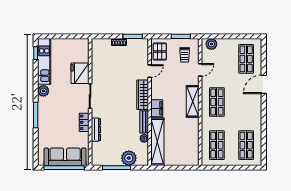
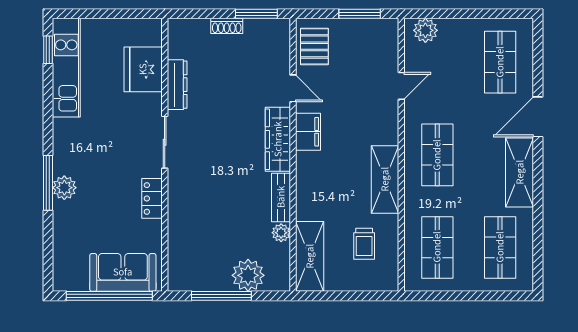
trolley: (185, 55) -> (364, 244), moved
door: (150, 71) -> (293, 88), hinge flipped
fridge: (80, 73) -> (143, 69), moved
plant: (43, 91) -> (64, 188), moved
shelving: (193, 101) -> (385, 179), moved
filing cabinet: (157, 108) -> (308, 132), moved
shelving: (255, 110) -> (520, 172), added
dresser: (96, 130) -> (177, 85), moved
shelving: (157, 142) -> (310, 256), width x0.68
sofa: (65, 157) -> (123, 272), width x0.73

